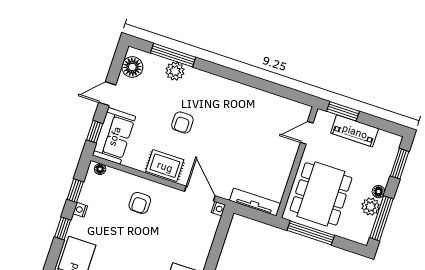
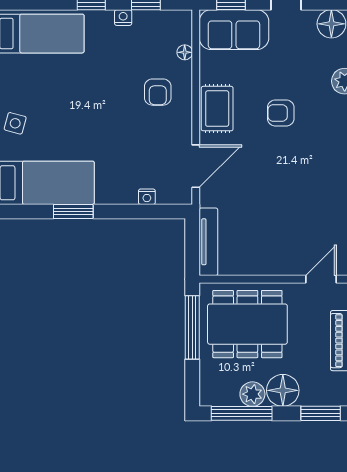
door: (307, 133) -> (321, 279), hinge flipped
floor lamp: (100, 169) -> (185, 52), moved
floor lamp: (378, 192) -> (283, 390), width x1.89, depth x1.89
armchair: (140, 203) -> (158, 92), turned -90
nightstand: (218, 209) -> (147, 197), moved

